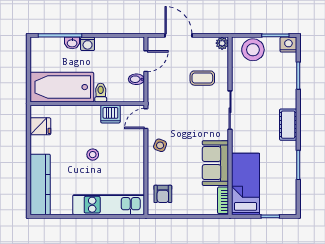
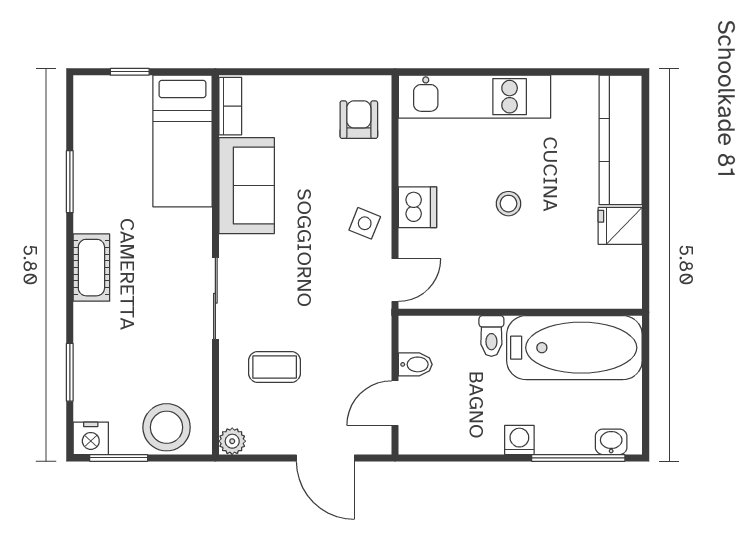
washbasin: (72, 43) -> (611, 442), moved
dishwasher: (110, 114) -> (417, 207), moved, turned 90
fridge: (40, 126) -> (620, 226), moved

